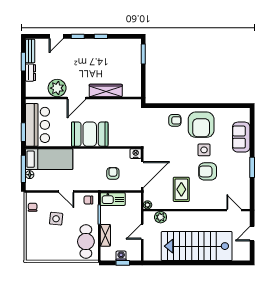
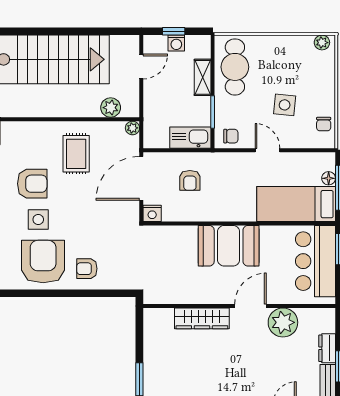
door: (142, 232) -> (141, 66), moved
plant: (34, 256) -> (322, 43), added

